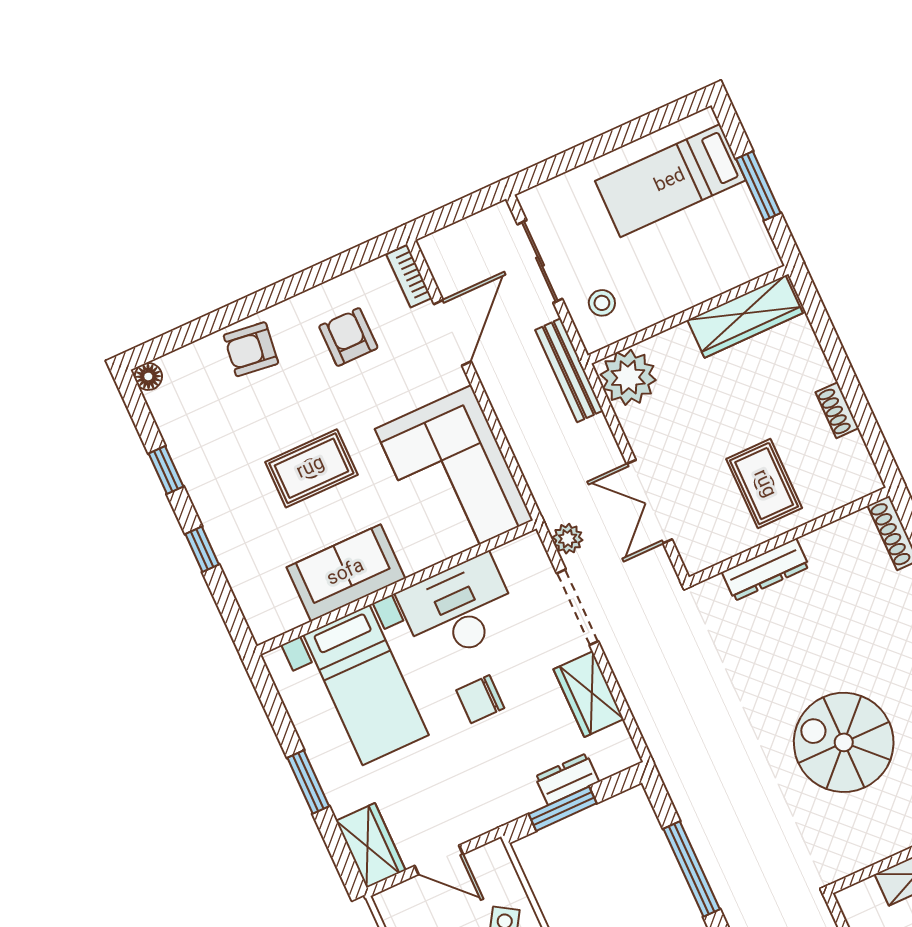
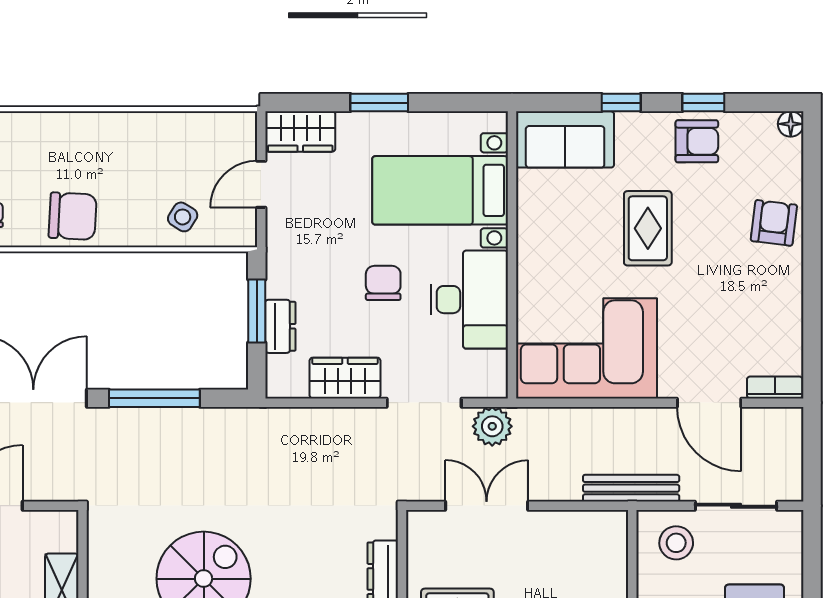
stool: (602, 303) -> (676, 543), width x1.37, depth x1.37
armchair: (348, 337) -> (697, 141), moved
plant: (628, 377) -> (602, 536), removed
plant: (568, 539) -> (492, 426), width x1.38, depth x1.38
sofa: (346, 573) -> (565, 139), moved, turned 90

